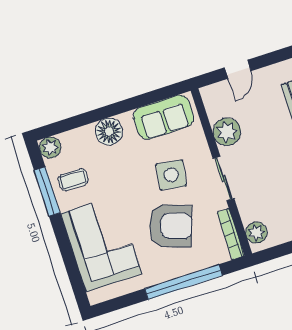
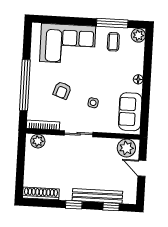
floor lamp: (109, 132) -> (138, 79), width x0.53, depth x0.53
plant: (227, 132) -> (126, 148), moved
side table: (171, 175) -> (93, 103), width x0.54, depth x0.54
armchair: (171, 226) -> (62, 90), width x0.53, depth x0.53

